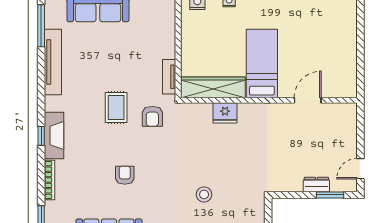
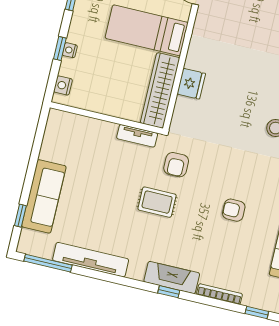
armchair: (152, 116) -> (176, 165), turned 90

